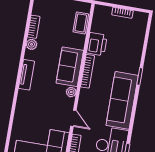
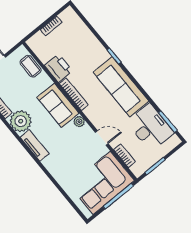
plant: (31, 44) -> (21, 121), width x1.88, depth x1.88

